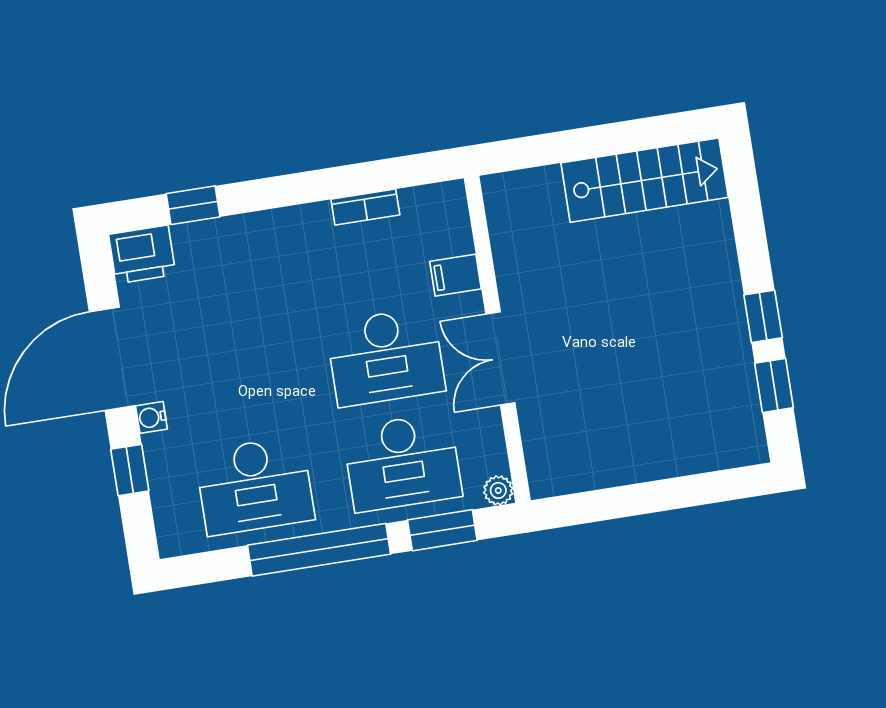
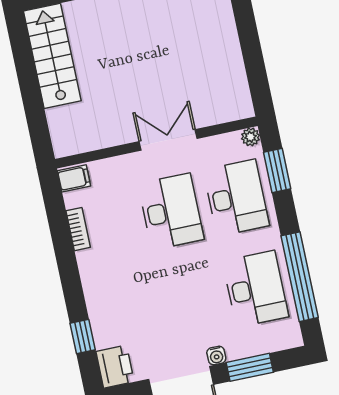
filing cabinet: (455, 275) -> (74, 178), moved, turned -90
double door: (500, 358) -> (168, 140), swing flipped
window: (130, 470) -> (250, 367), width x1.50
window: (319, 550) -> (300, 277), moved

